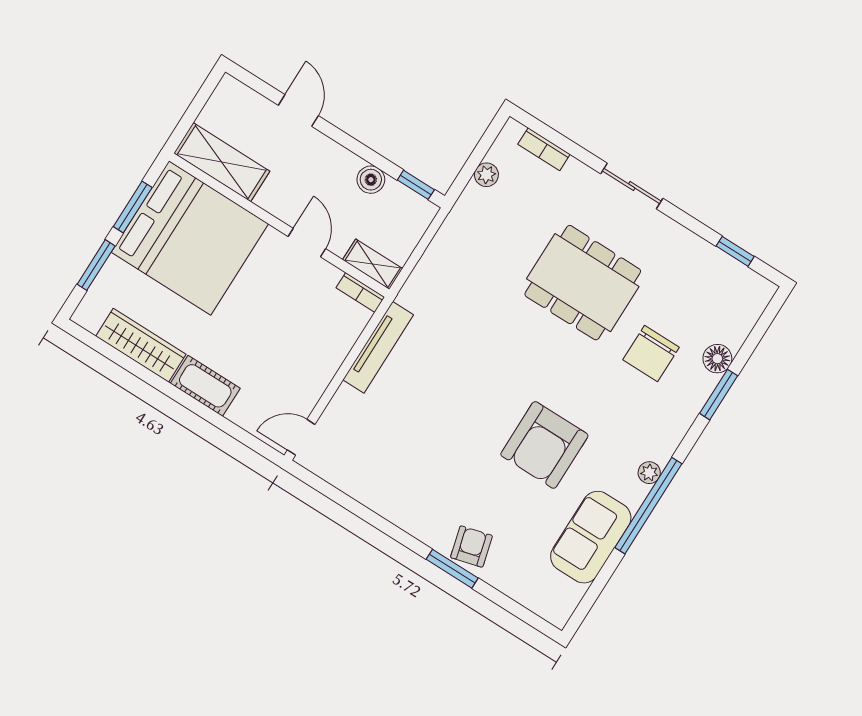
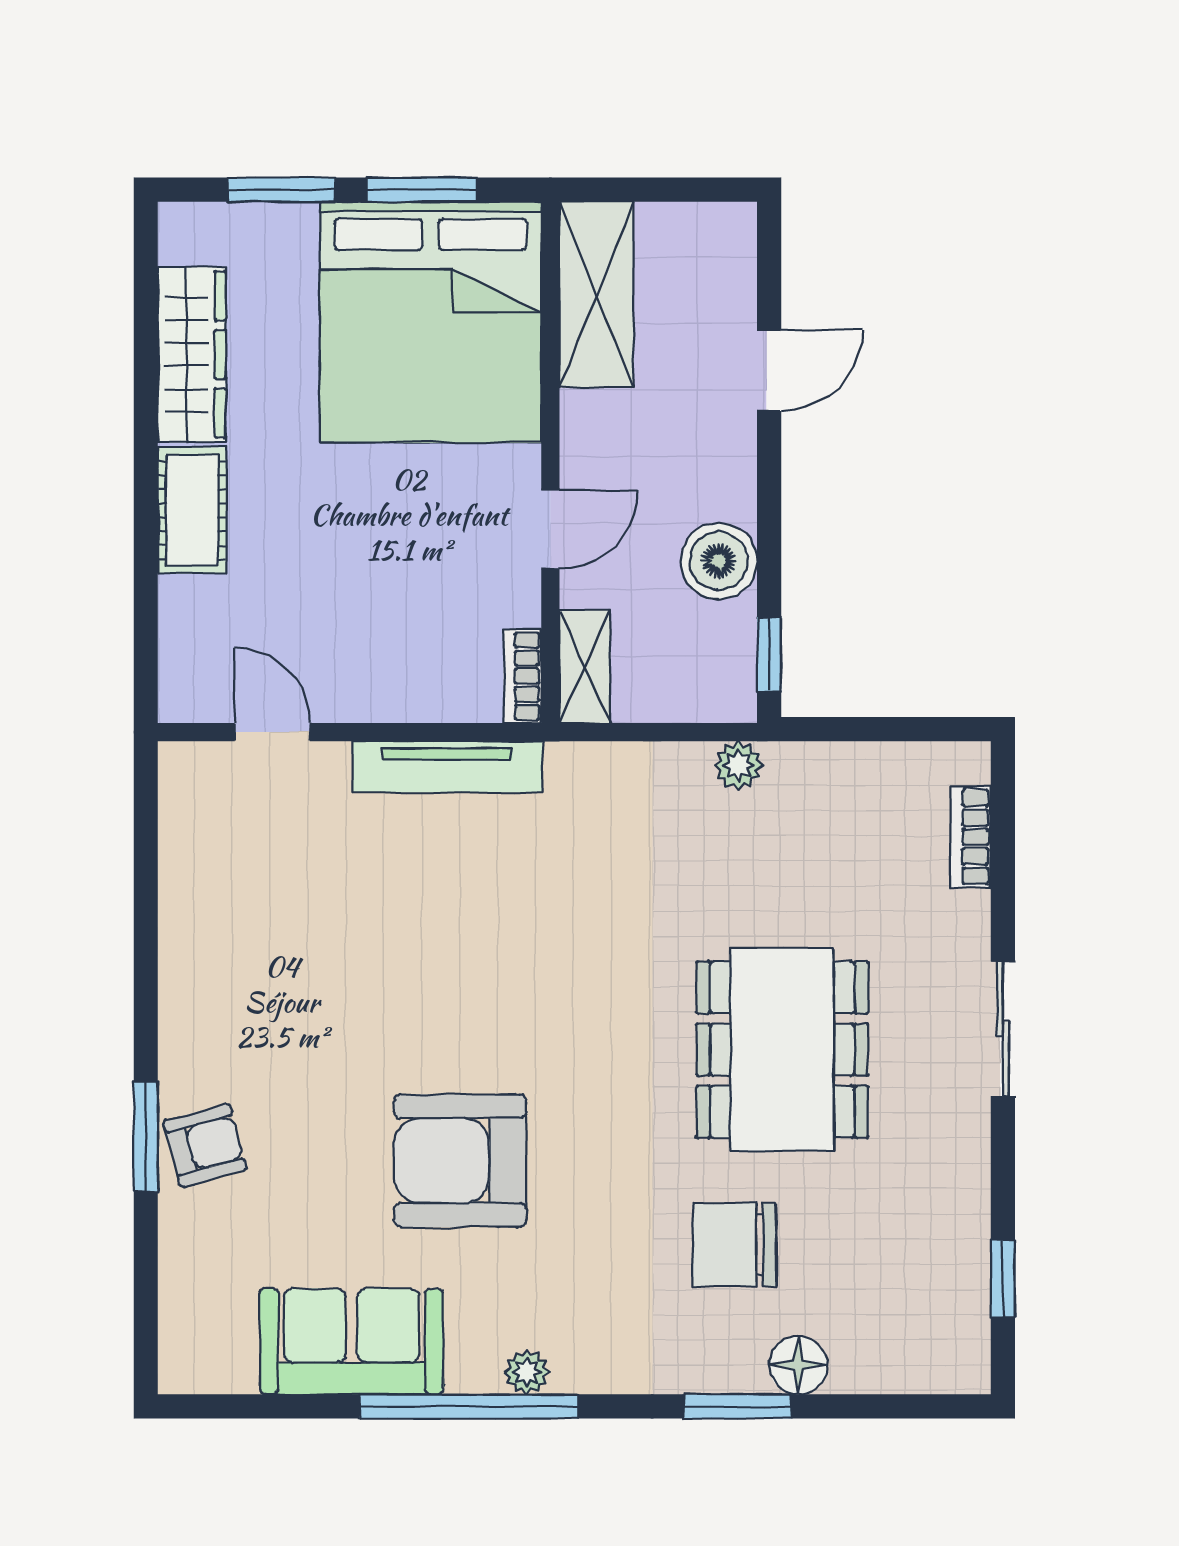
plant: (486, 175) -> (738, 765), moved
boiler: (371, 180) -> (719, 561), width x1.36, depth x1.36
door: (301, 437) -> (272, 732), moved

